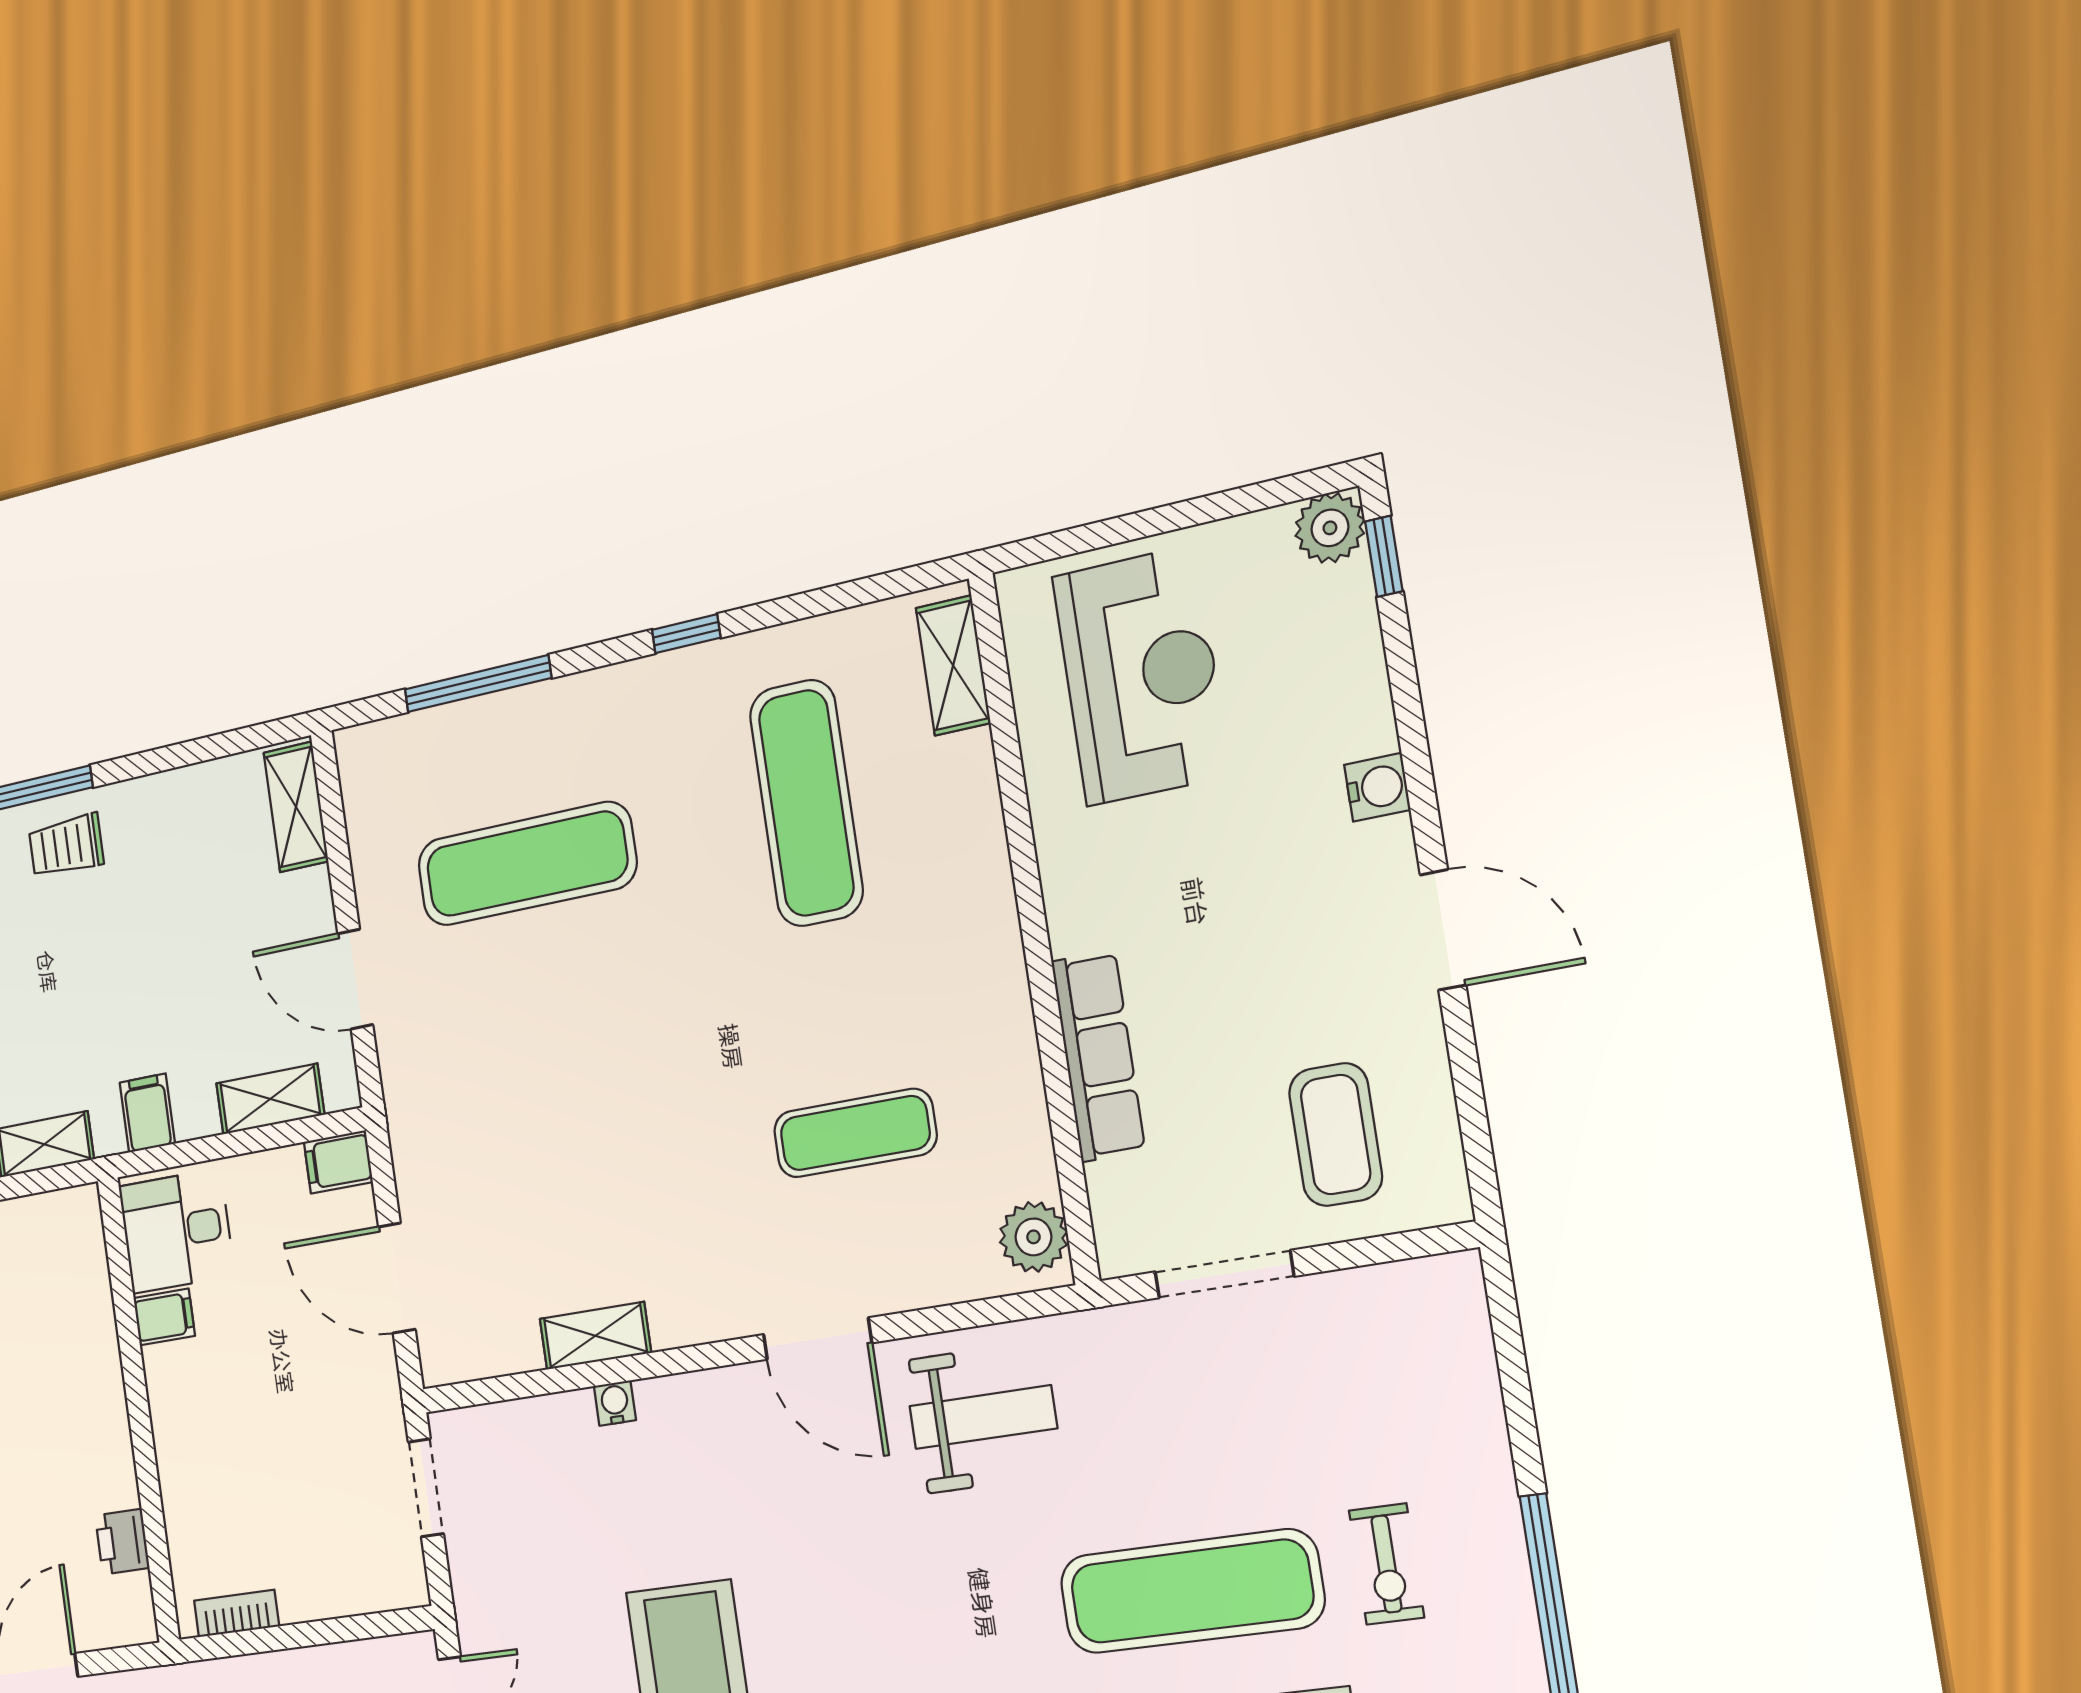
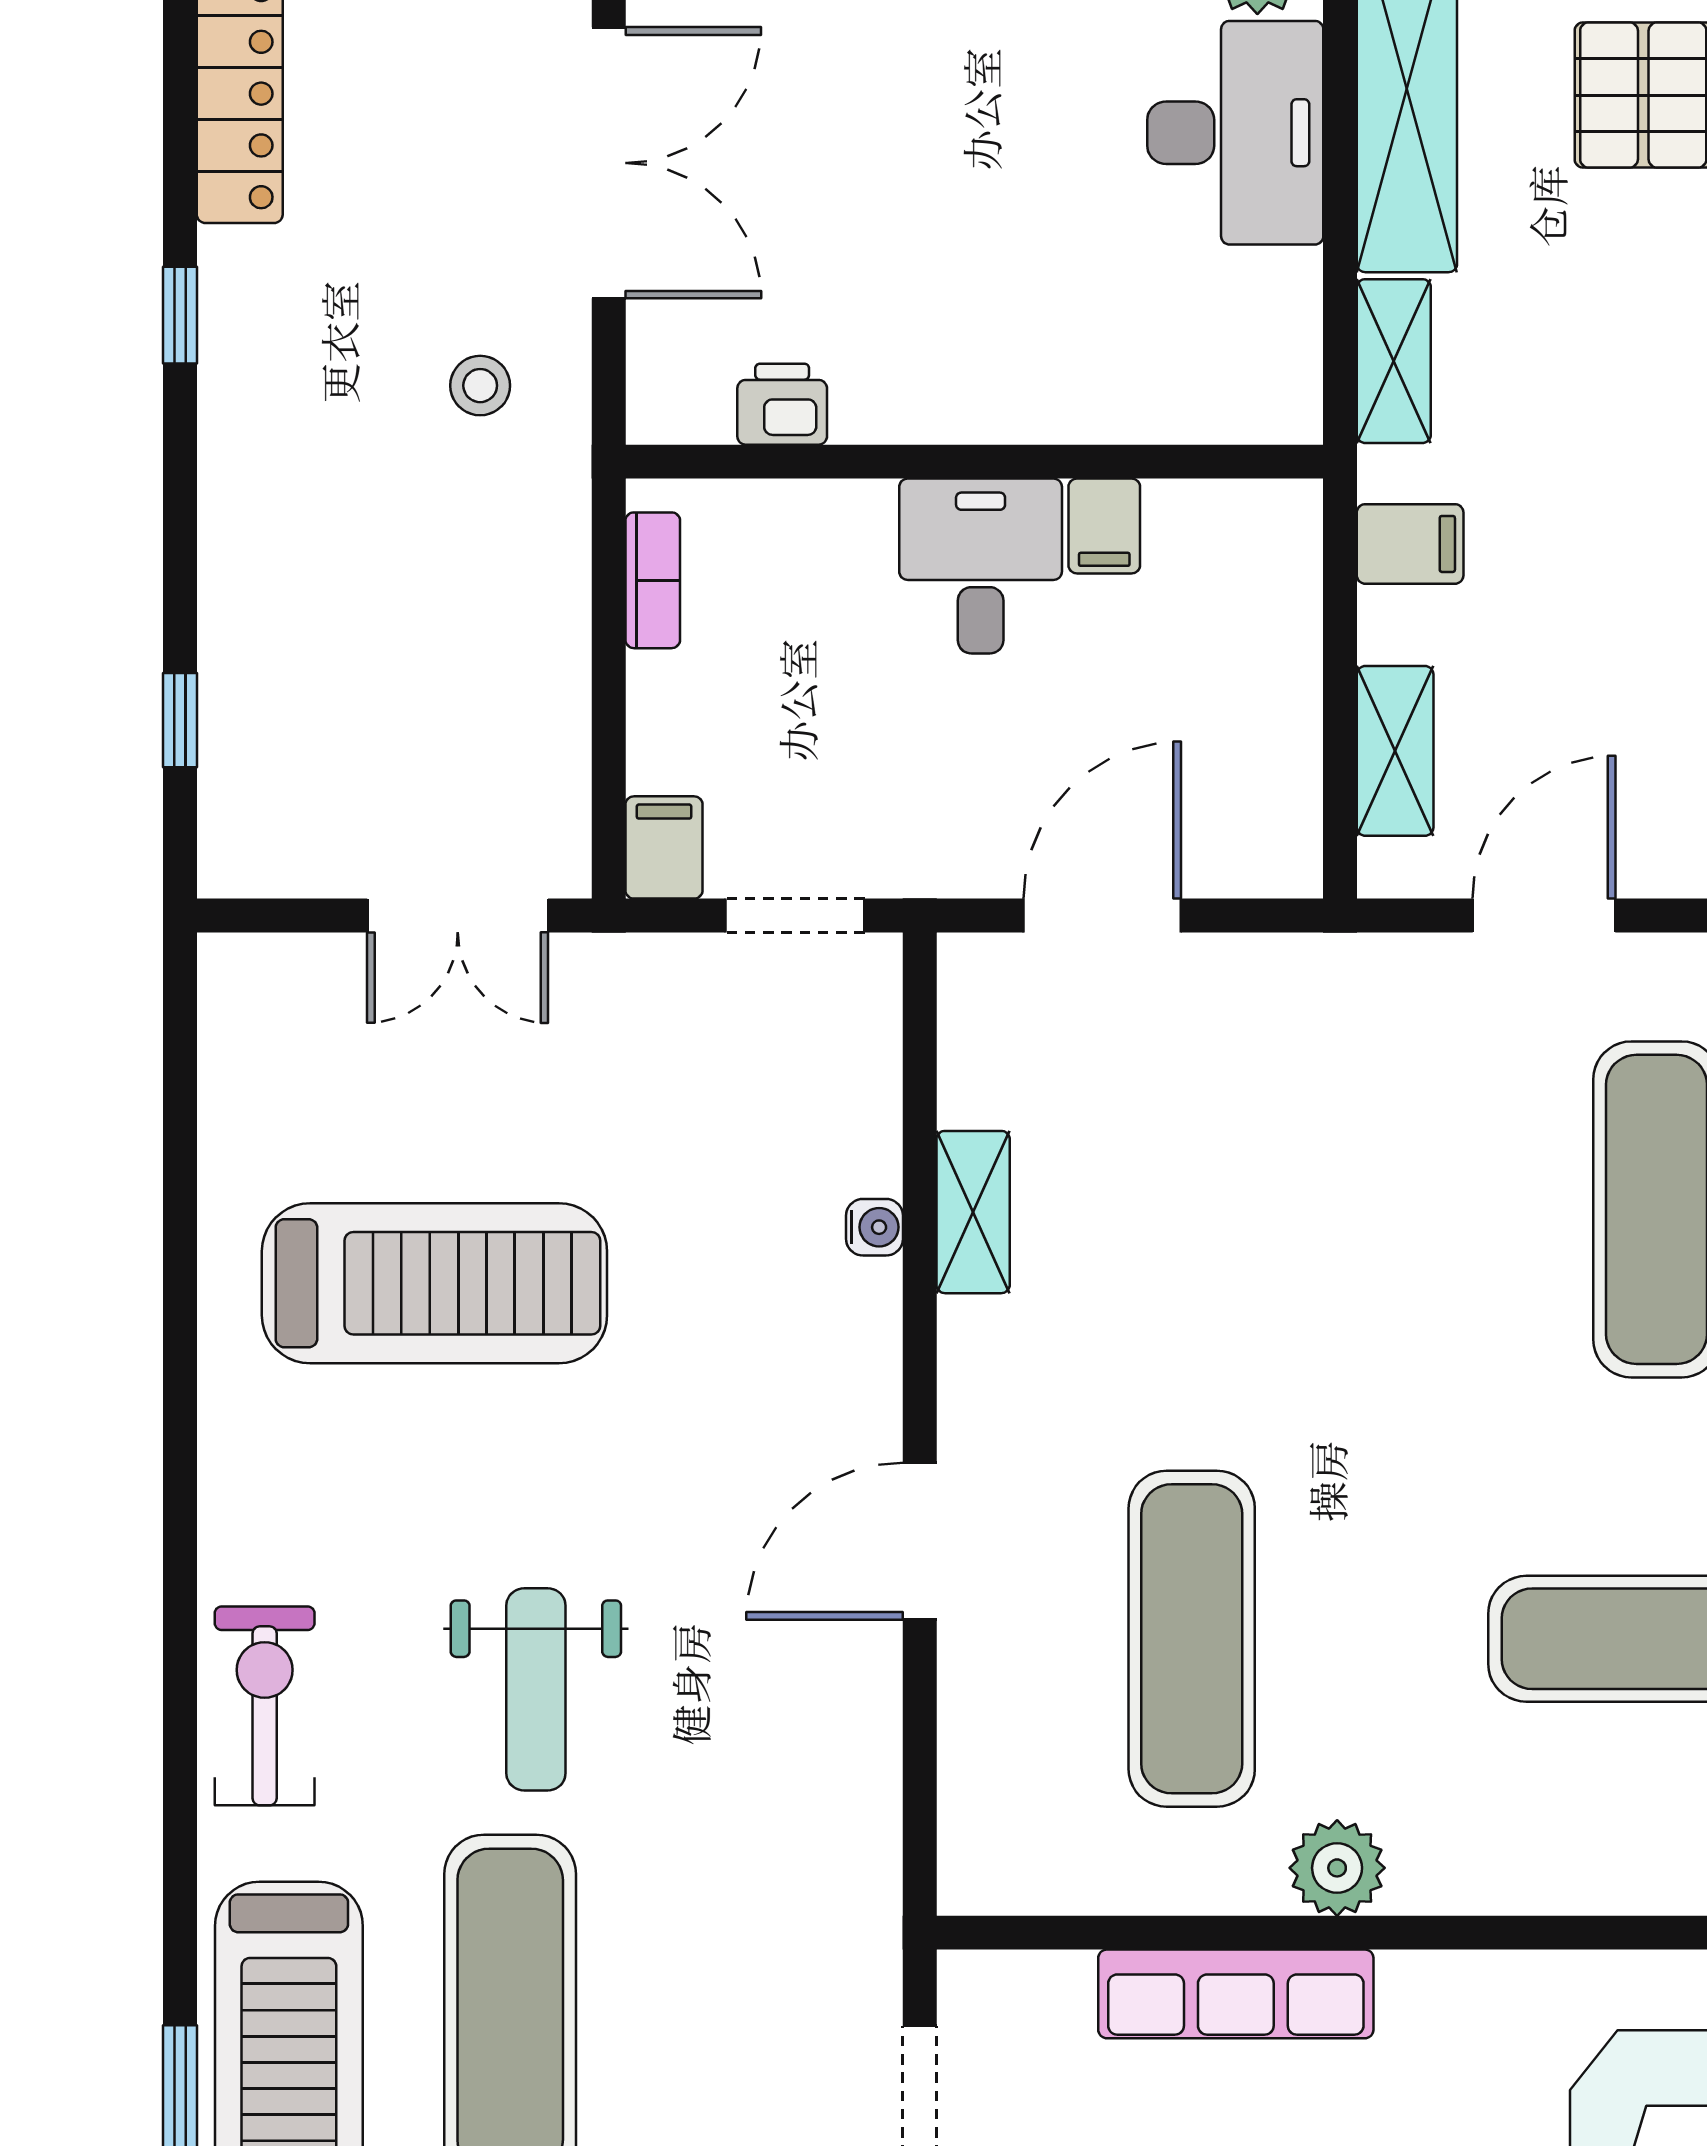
exercise mat: (855, 1133) -> (1192, 1639), width x1.36, depth x1.45
filing cabinet: (338, 1162) -> (664, 847), moved
desk: (176, 1231) -> (981, 566), moved
plant: (1033, 1237) -> (1337, 1868), moved
weight bench: (983, 1417) -> (536, 1689), moved

